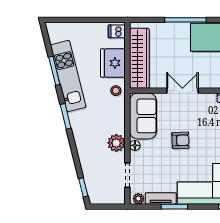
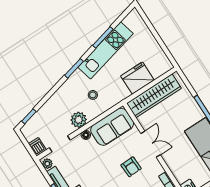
dishwasher: (117, 31) -> (37, 147), moved
stool: (116, 91) -> (93, 95), moved
armchair: (180, 140) -> (131, 167), moved

